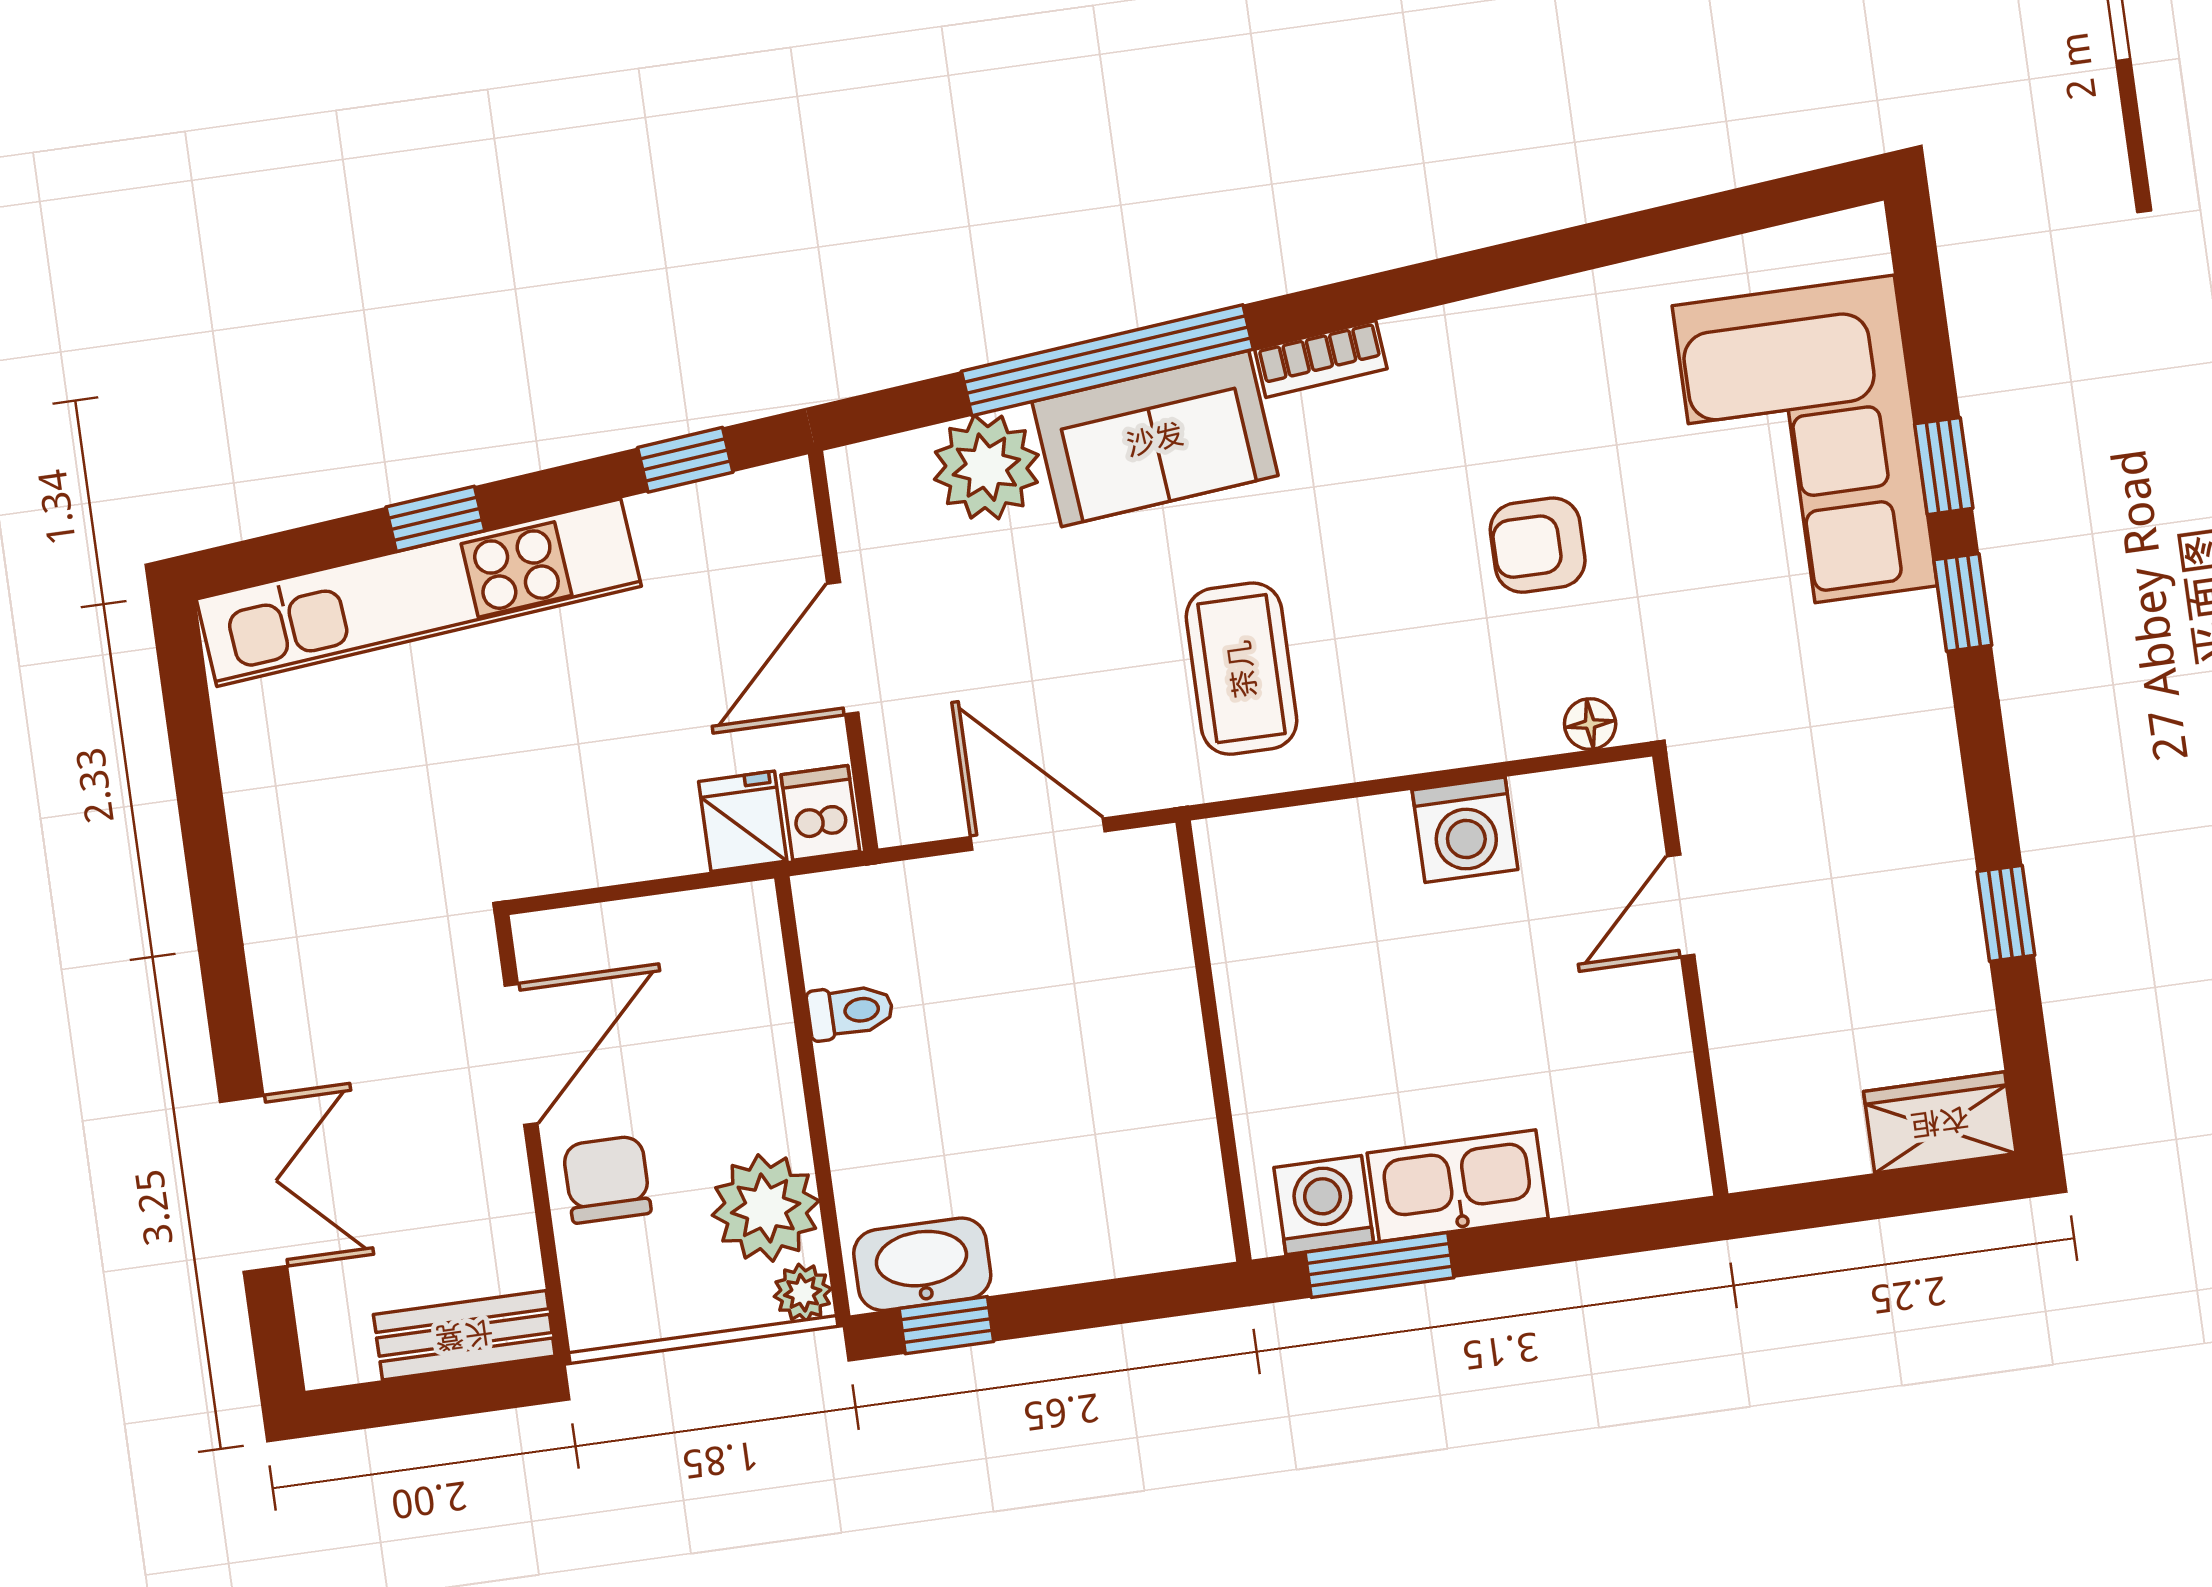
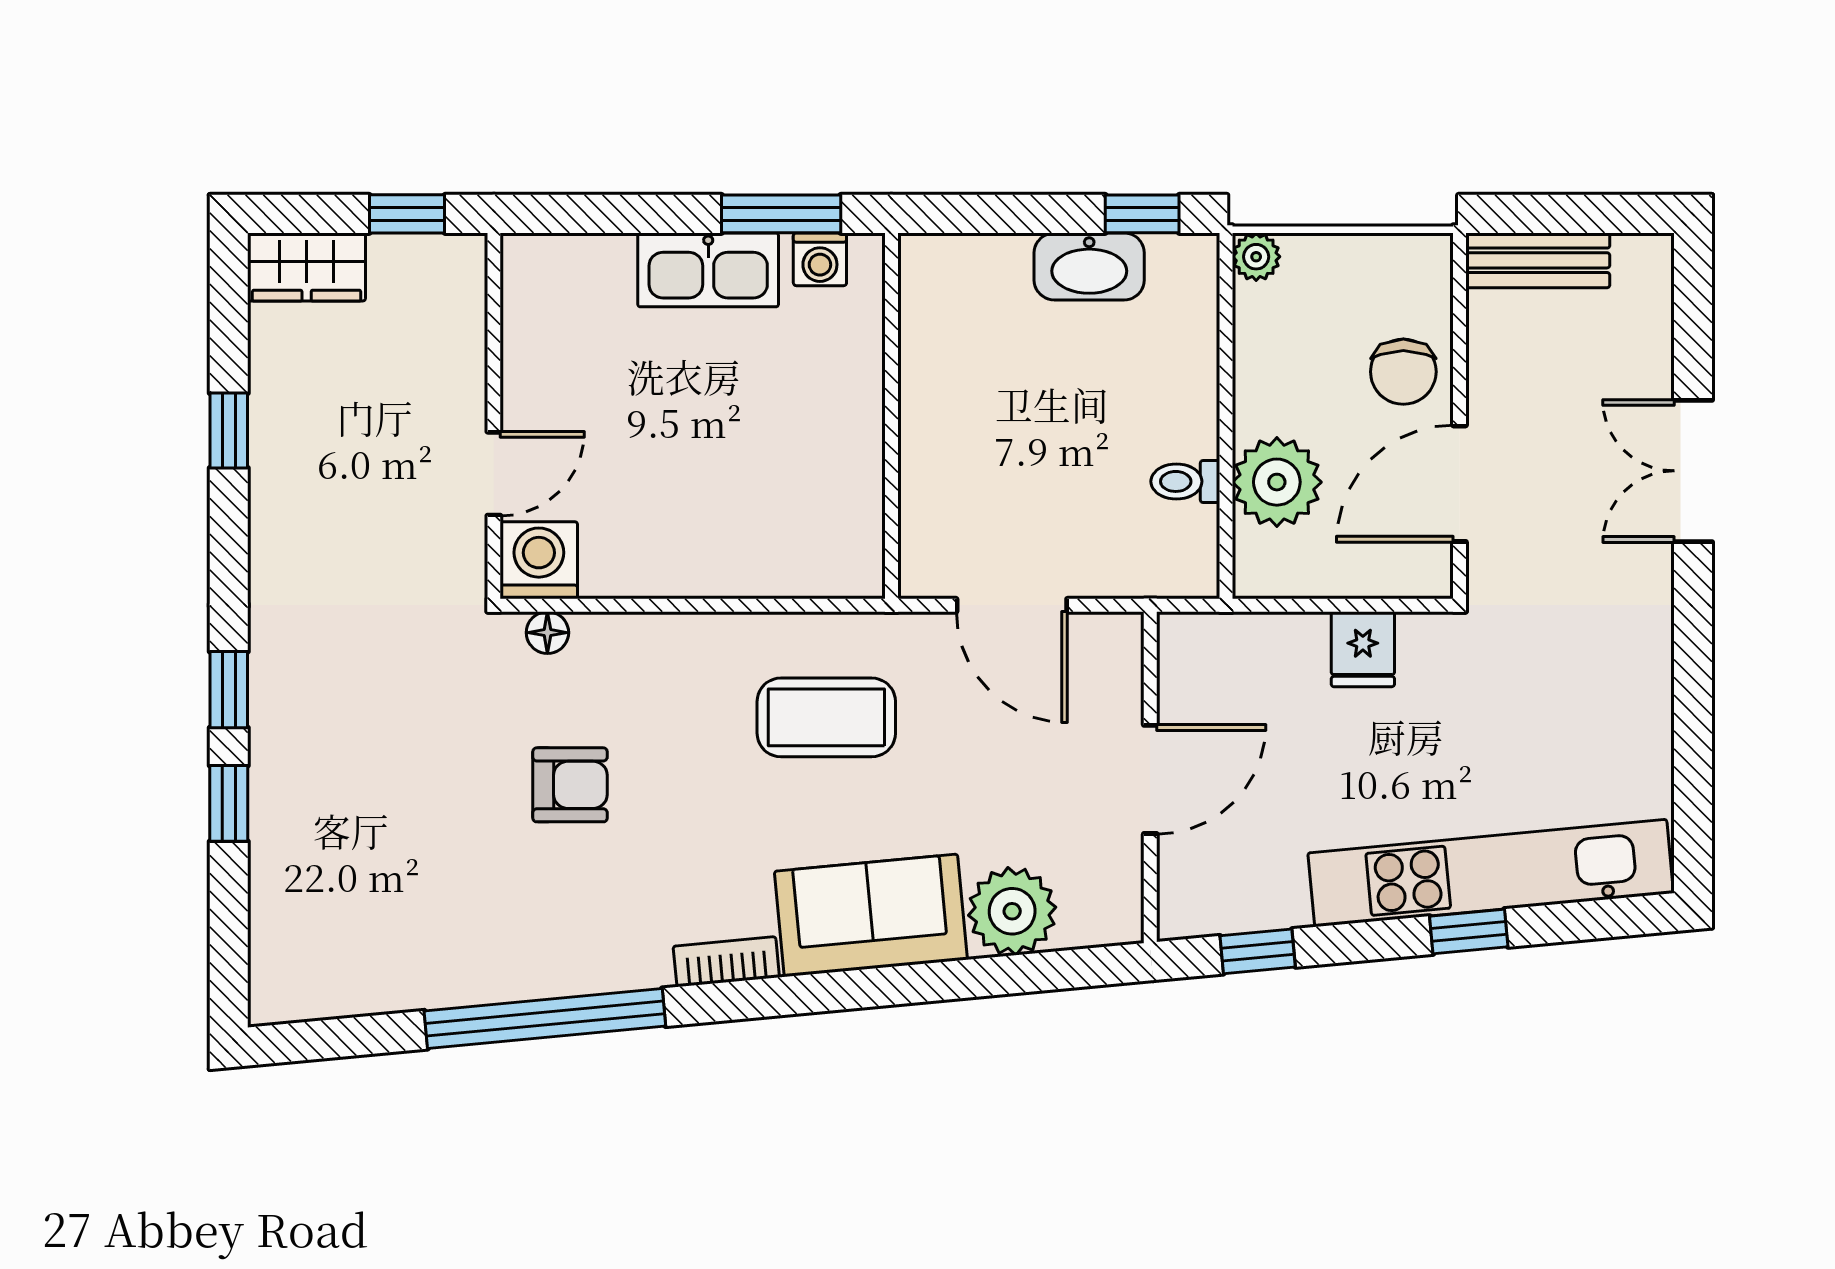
window: (1107, 360) -> (545, 1018), moved
corner sofa: (1805, 446) -> (340, 836), removed
coffee table: (1242, 669) -> (826, 717), turned 90
dishwasher: (820, 813) -> (1187, 647), removed
fridge: (743, 821) -> (1363, 649), moved
washing machine: (1465, 830) -> (539, 560), moved
double door: (254, 1184) -> (1693, 471), moved
window: (1828, 1203) -> (407, 214), added
washing machine: (1324, 1205) -> (820, 259), width x0.73, depth x0.73
plant: (766, 1208) -> (1277, 482), moved
washbasin: (922, 1264) -> (1089, 266), moved

